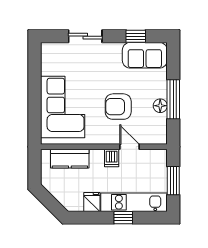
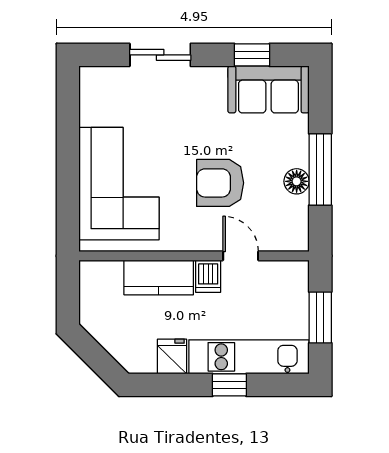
kitchen counter: (70, 159) -> (159, 277), moved

